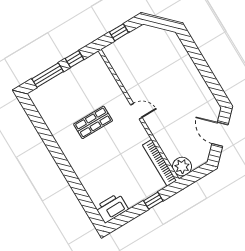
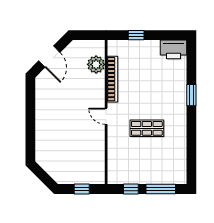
bookcase: (159, 163) -> (113, 79), moved
plant: (182, 167) -> (96, 64), moved
window: (71, 177) -> (191, 95), added

